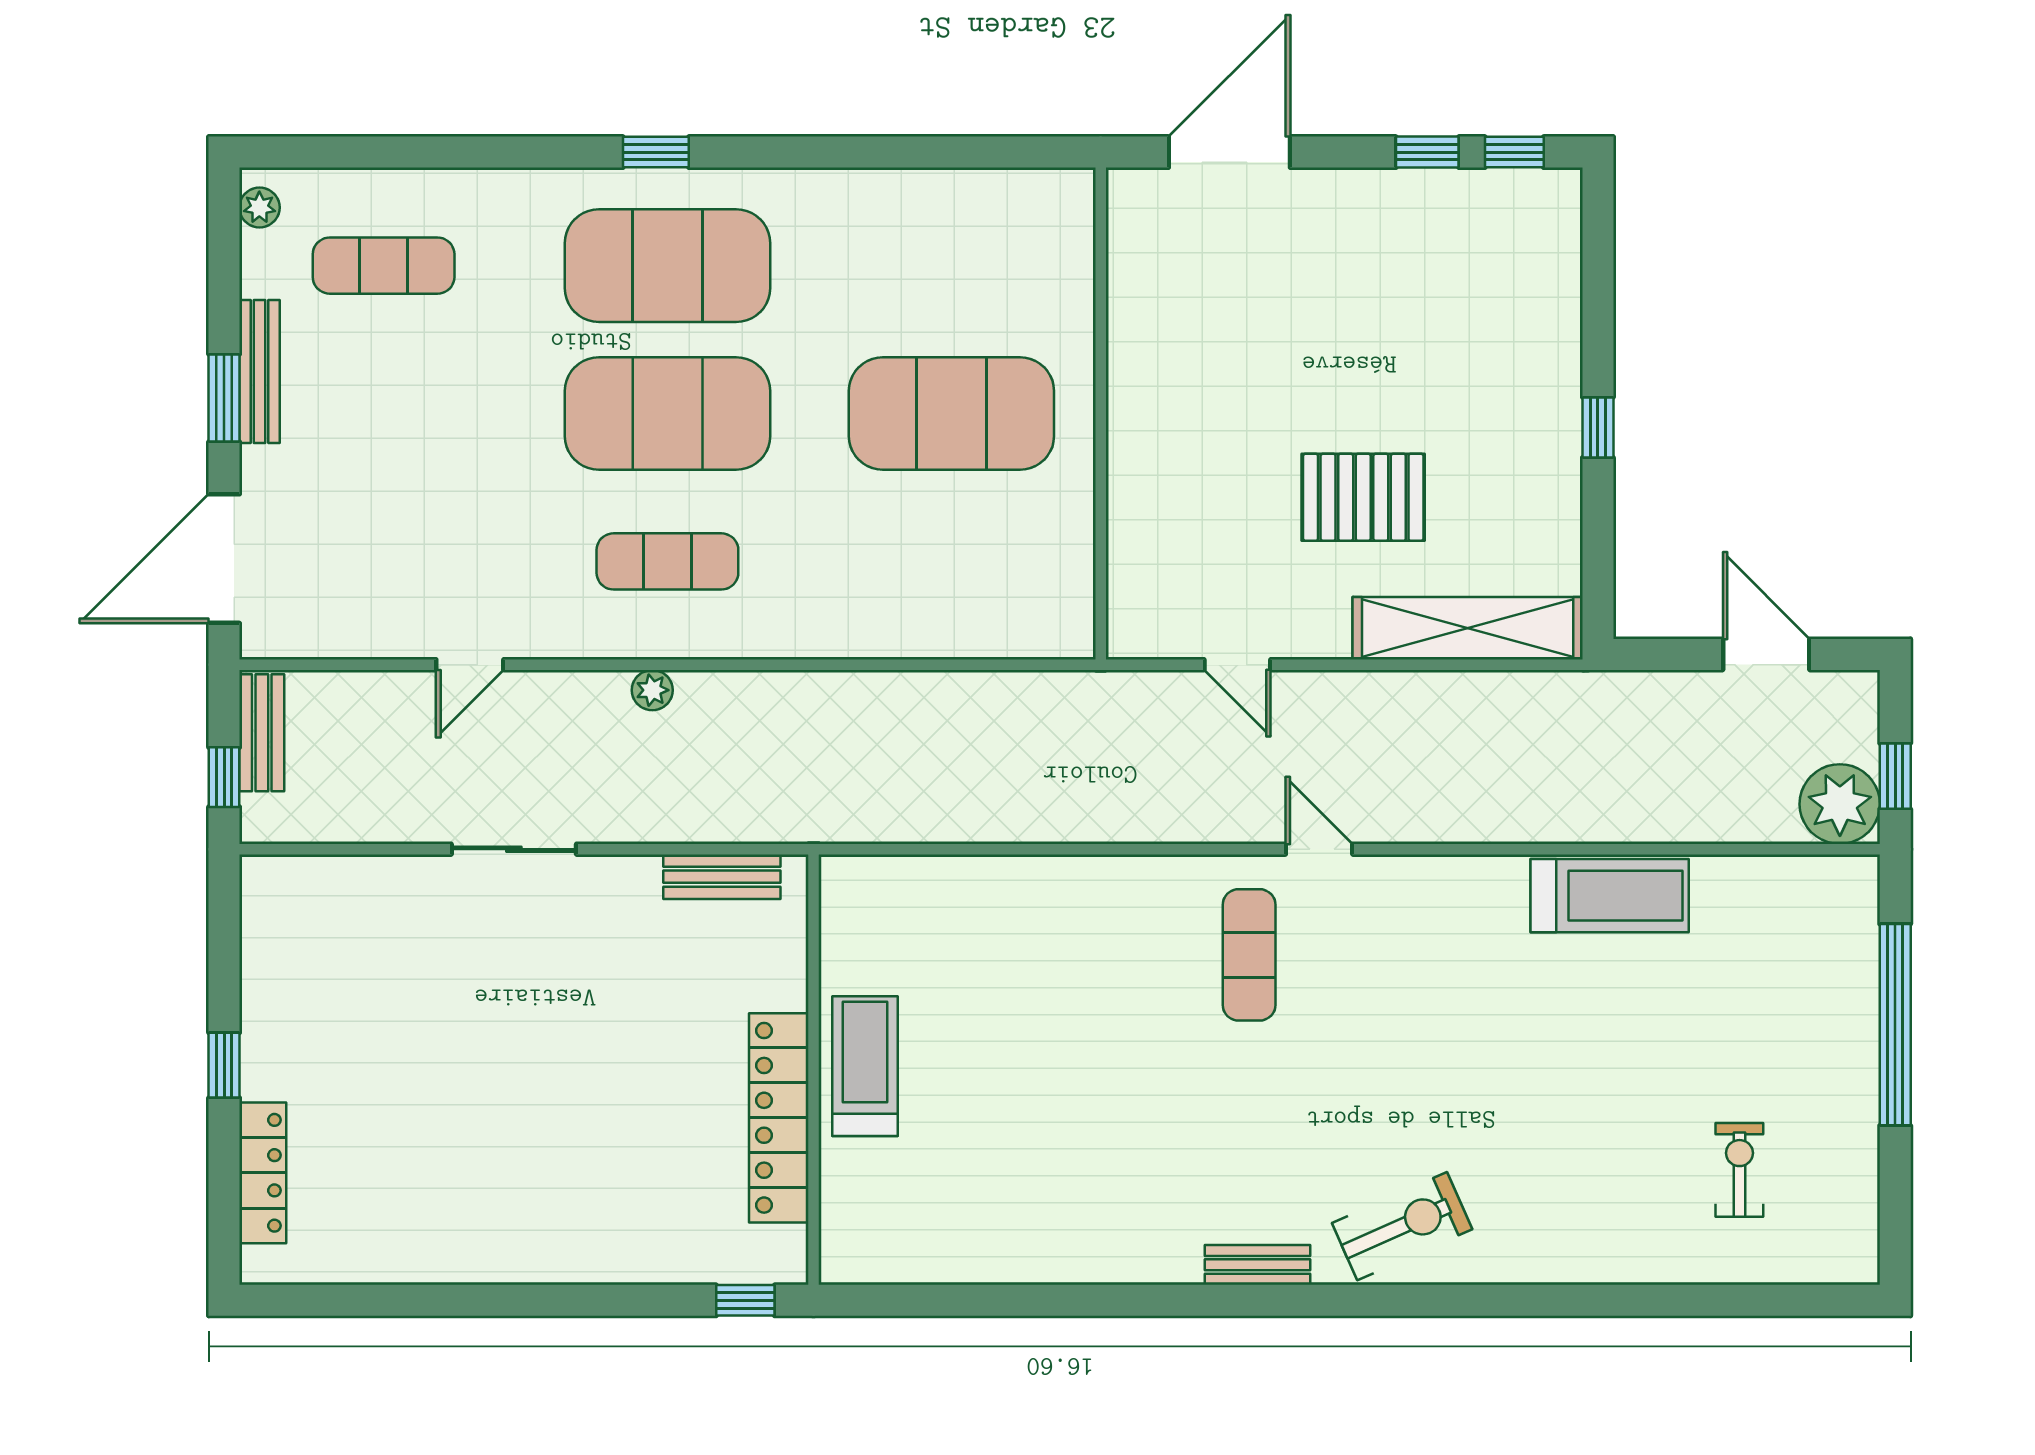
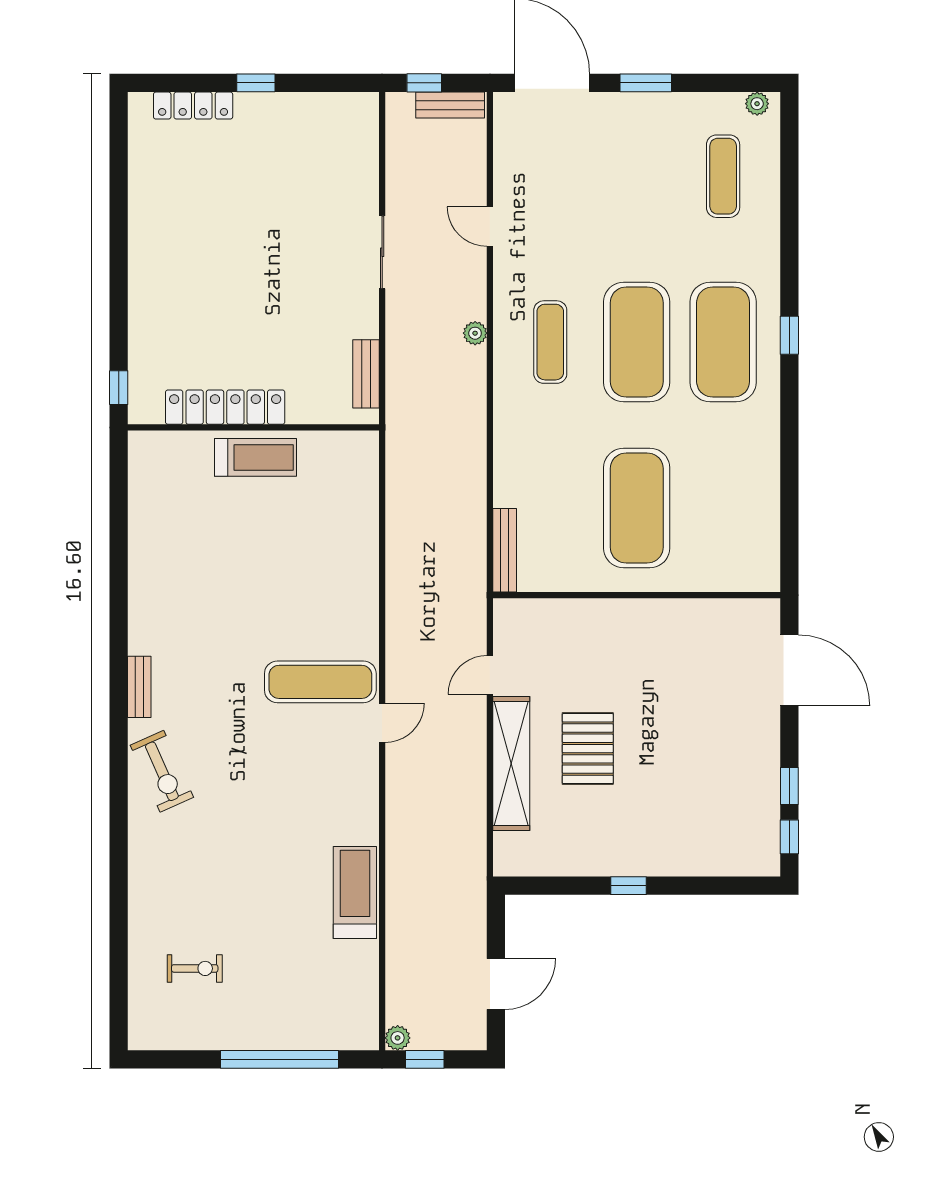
bench: (260, 372) -> (505, 550), moved, turned 90
shelving: (1468, 628) -> (511, 764), moved
plant: (1840, 804) -> (398, 1038), width x0.53, depth x0.53
treadmill: (1610, 896) -> (355, 893), turned 180
exercise mat: (1249, 955) -> (320, 682), width x1.36, depth x1.45

